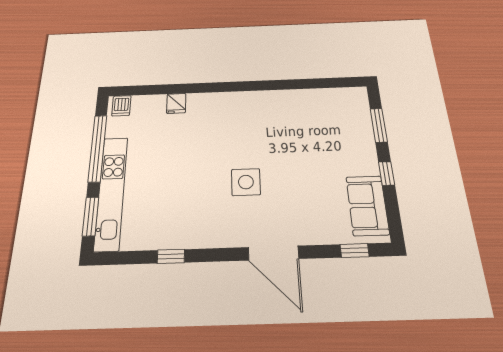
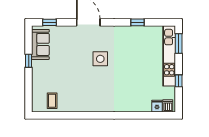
fridge: (176, 103) -> (157, 106), moved
coffee table: (332, 106) -> (52, 101), added
window: (379, 125) -> (29, 88), removed
window: (98, 148) -> (179, 81), width x0.32

